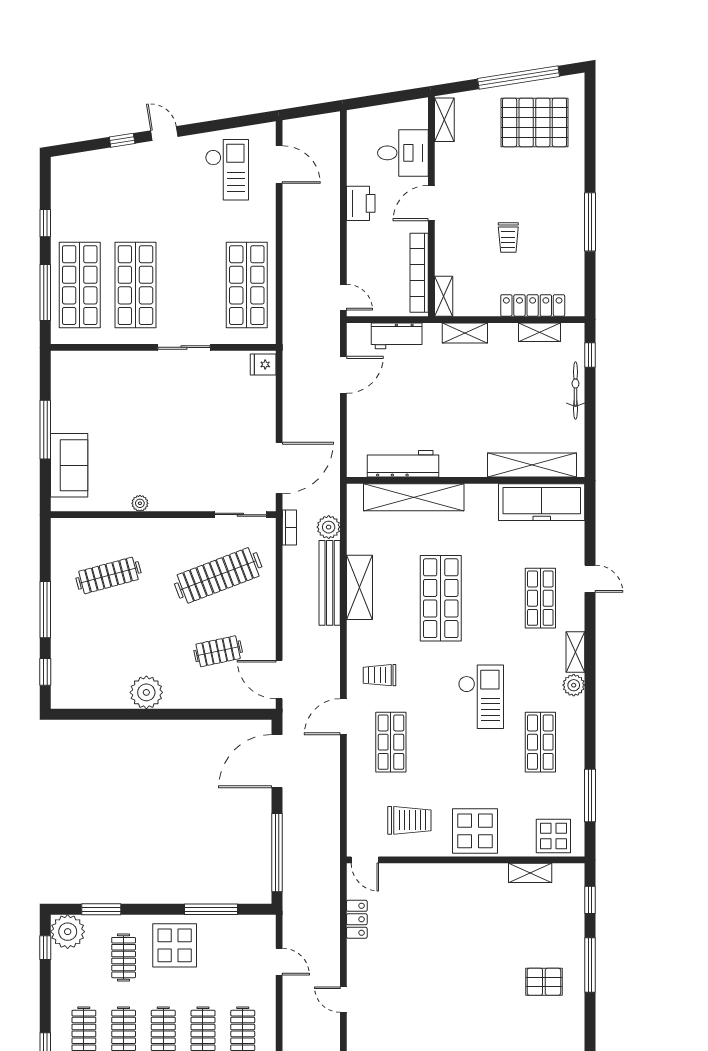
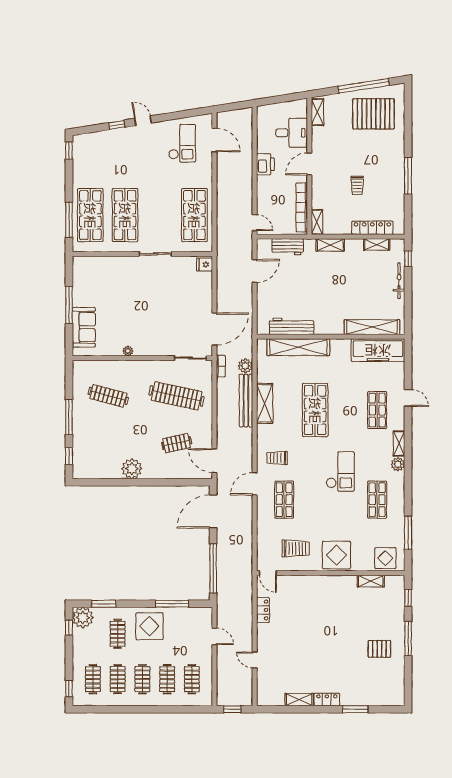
window: (45, 223) -> (69, 151), moved
clothes rail: (108, 575) -> (108, 396), turned 30
clothes rail: (218, 575) -> (177, 396), turned 33

